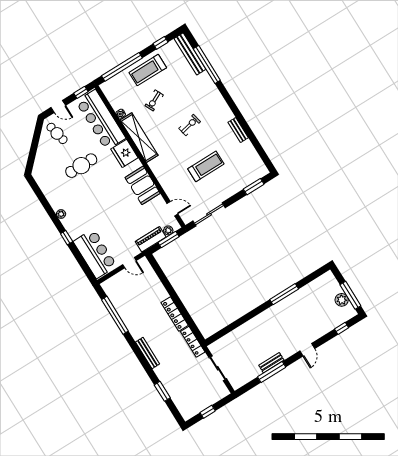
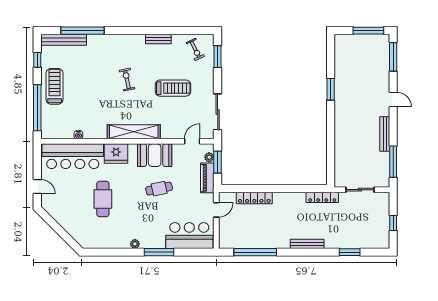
treadmill: (148, 70) -> (55, 86), turned 180
window: (81, 92) -> (37, 159), removed
exercise bike: (154, 100) -> (195, 49), moved
door: (58, 106) -> (37, 187), hinge flipped
cafe table: (57, 133) -> (159, 189), moved
shelving: (139, 138) -> (134, 132), moved
treadmill: (206, 166) -> (173, 88), turned 90
window: (67, 238) -> (159, 252), width x2.17
window: (284, 294) -> (331, 89), width x0.69
plant: (342, 300) -> (368, 41), removed
locker: (175, 314) -> (254, 198), moved
window: (342, 328) -> (393, 57), width x2.17
bench: (271, 363) -> (385, 134), width x1.36
window: (272, 372) -> (393, 162), moved

